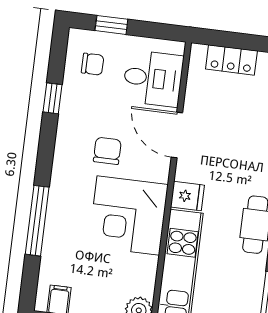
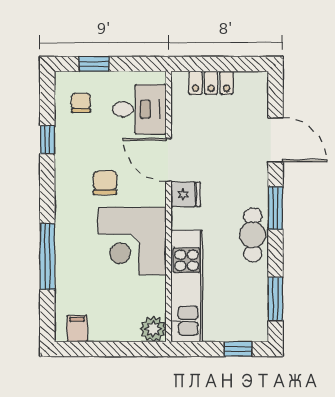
chair: (93, 64) -> (81, 103), turned -90
fridge: (187, 196) -> (186, 194), moved

